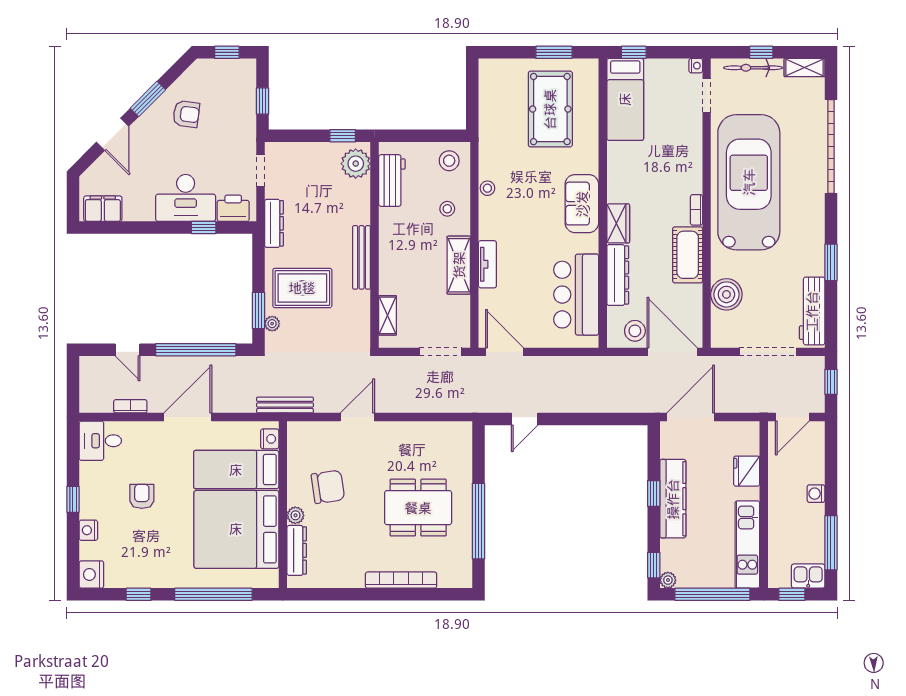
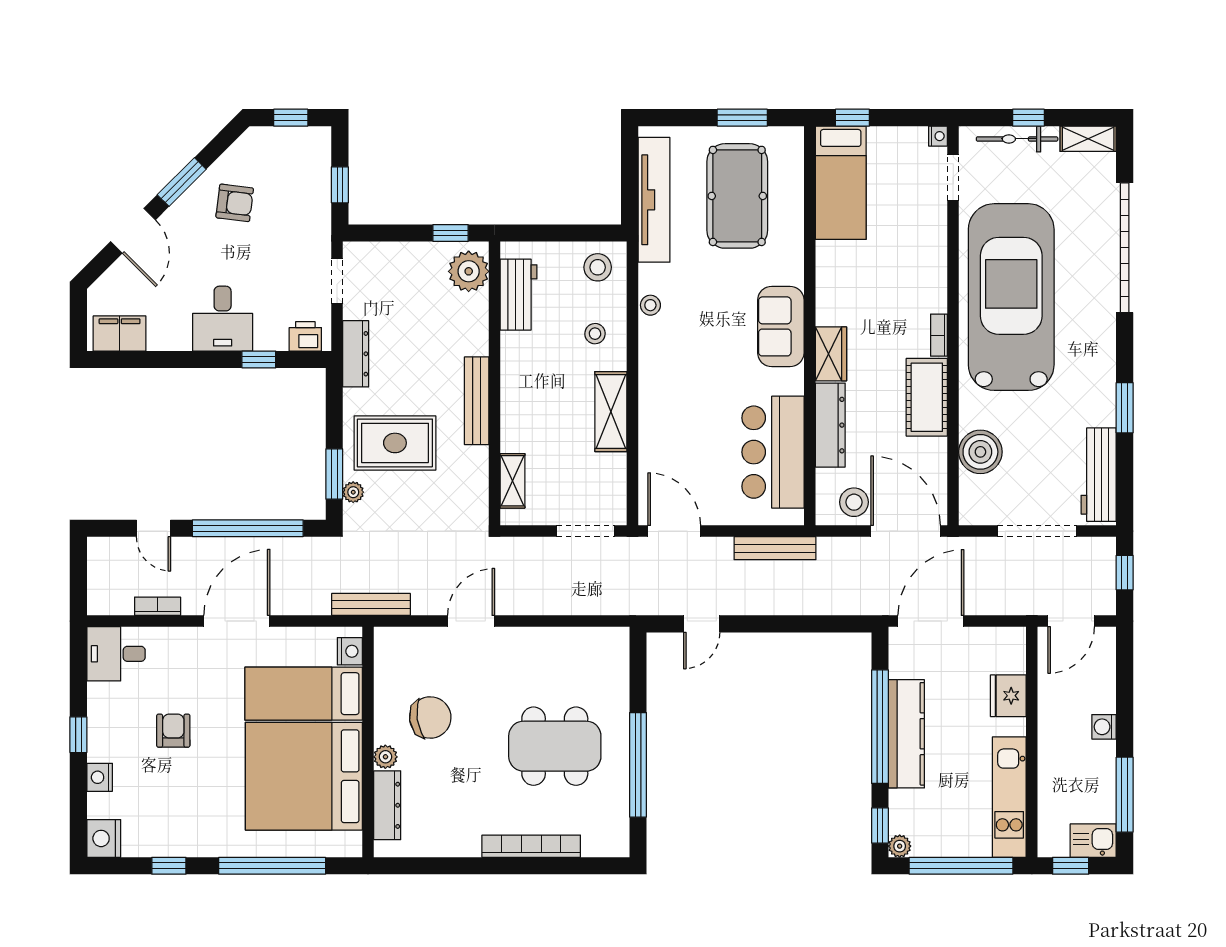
desk: (186, 198) -> (223, 319), width x0.73
printer: (233, 208) -> (305, 336), width x0.73, depth x0.81
tv unit: (487, 264) -> (654, 200), moved, width x1.92, depth x1.29
bench: (578, 364) -> (775, 548), added
window: (654, 494) -> (880, 727), width x3.17

